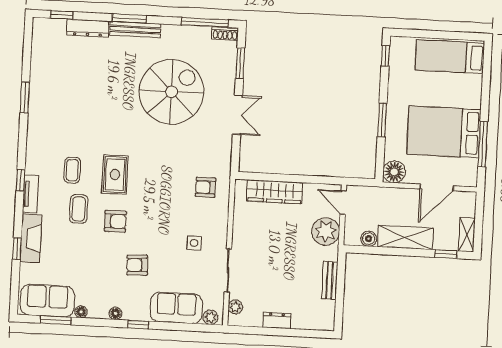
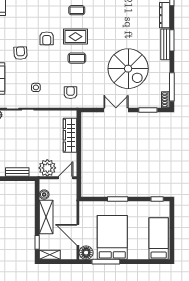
double door: (238, 115) -> (116, 110), swing flipped
floor lamp: (394, 172) -> (86, 253), moved
coffee table: (79, 209) -> (77, 58), moved

